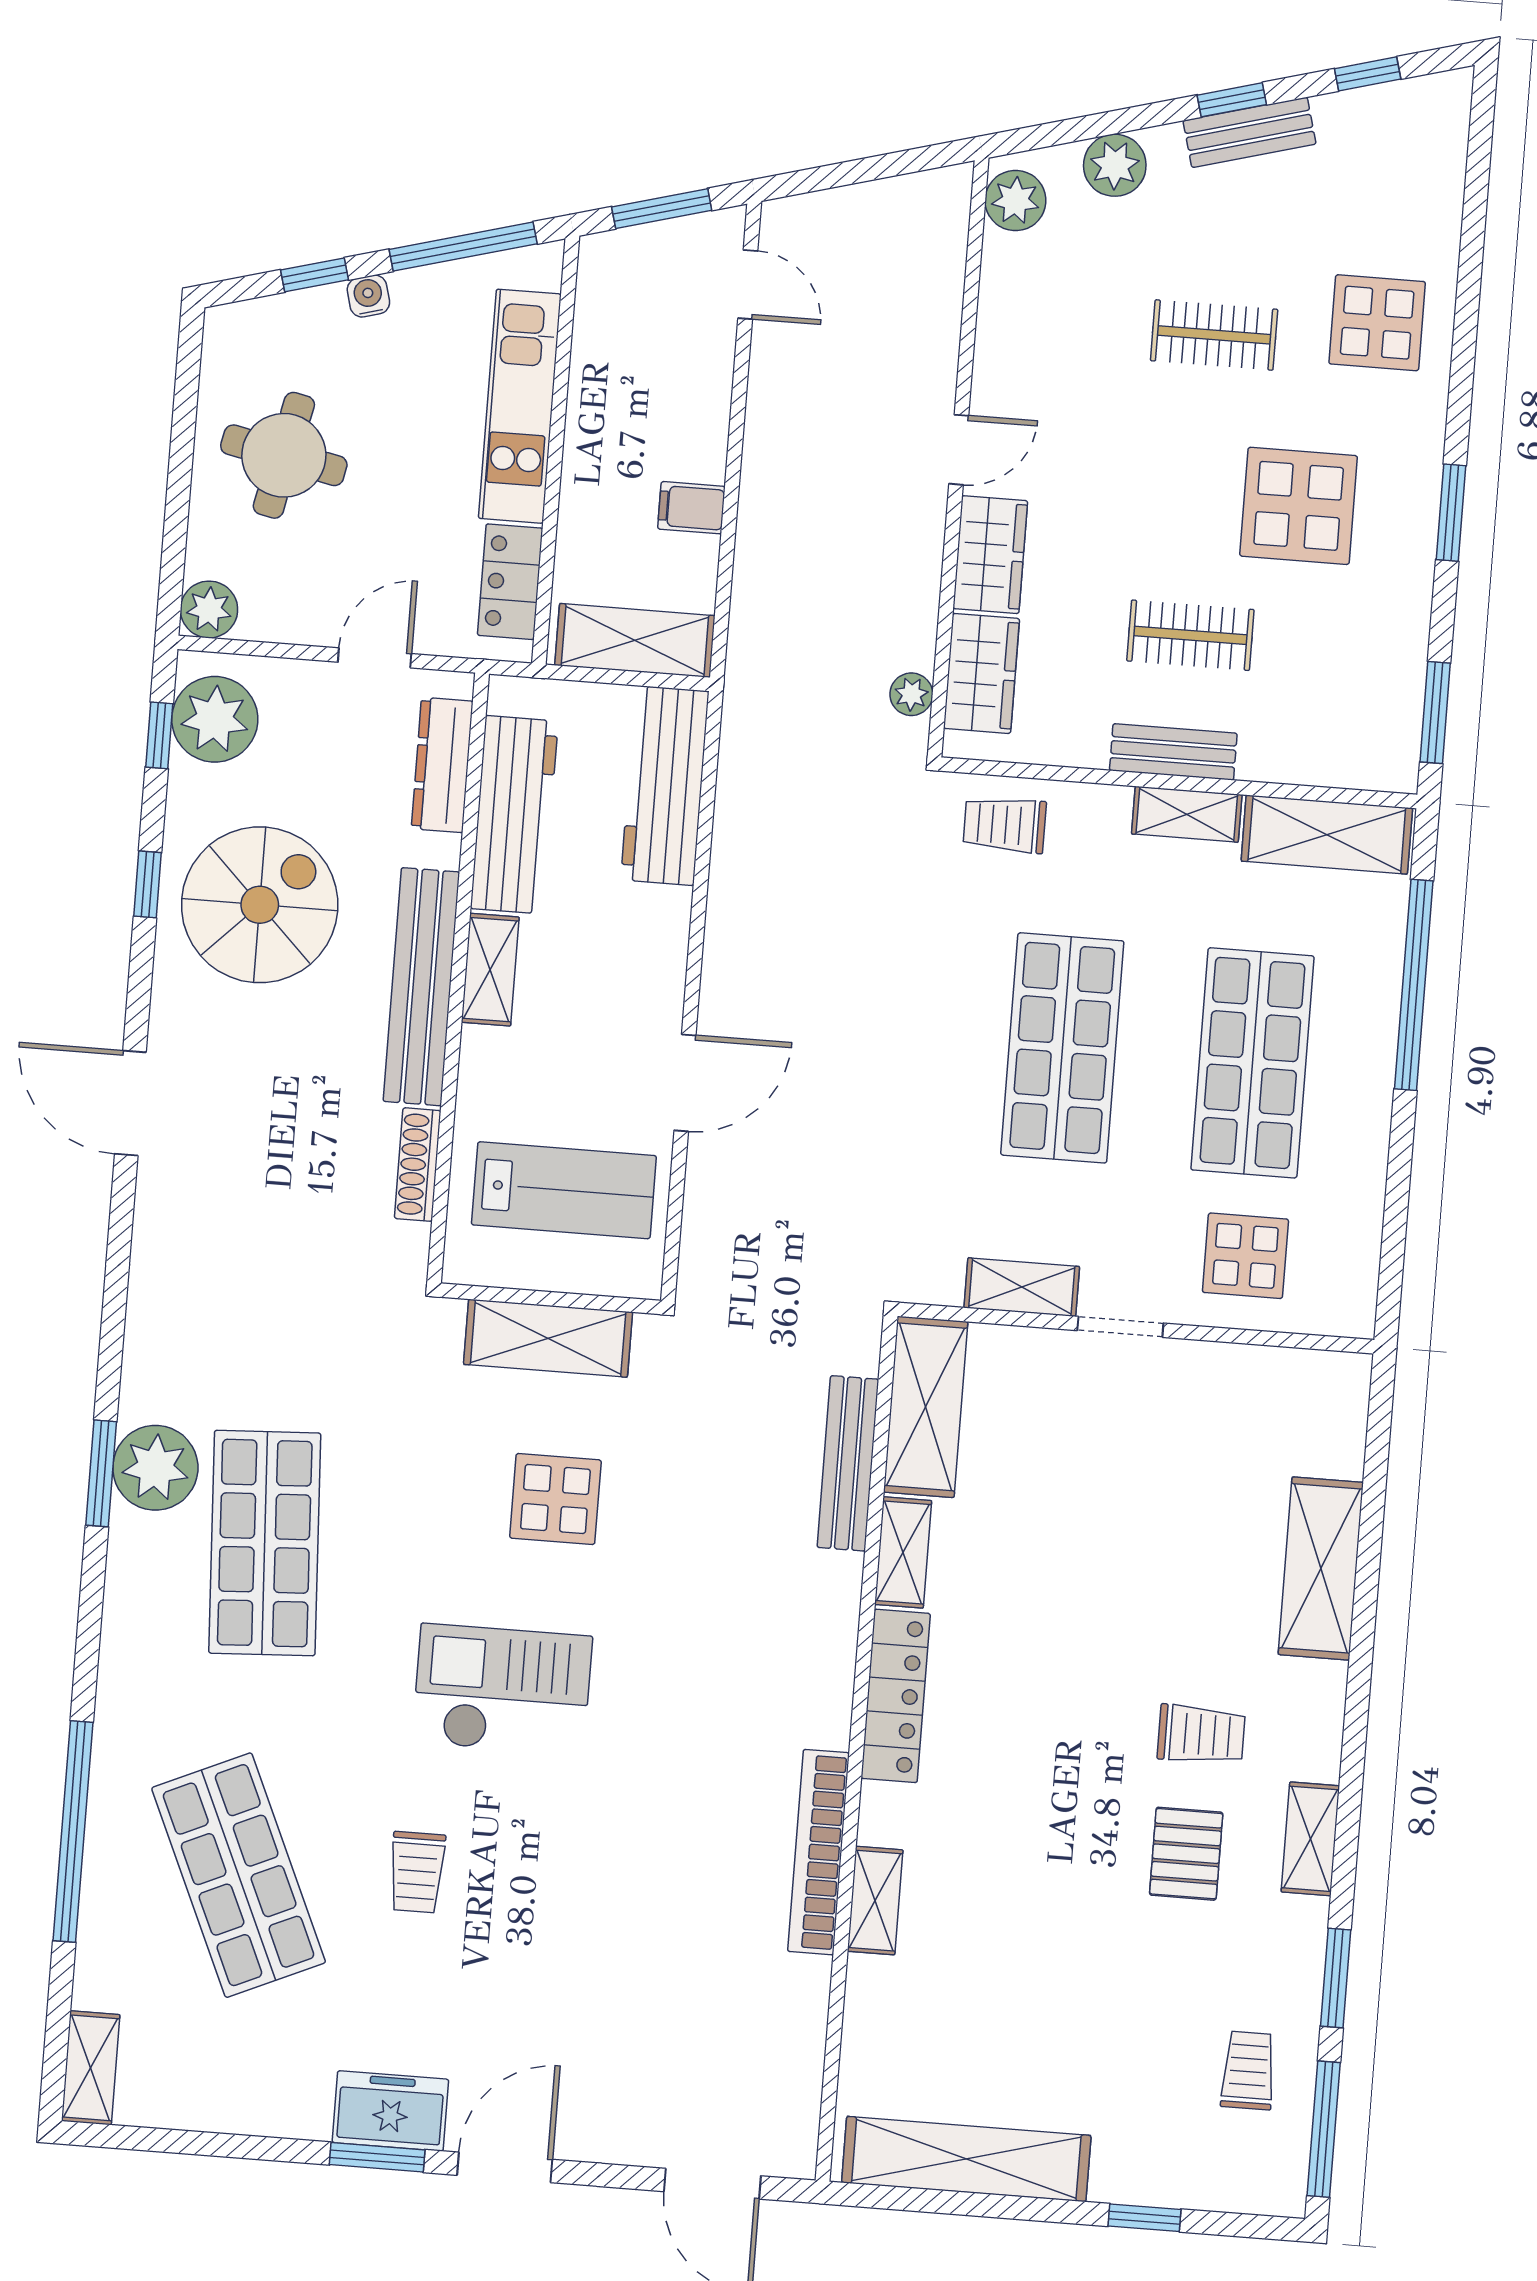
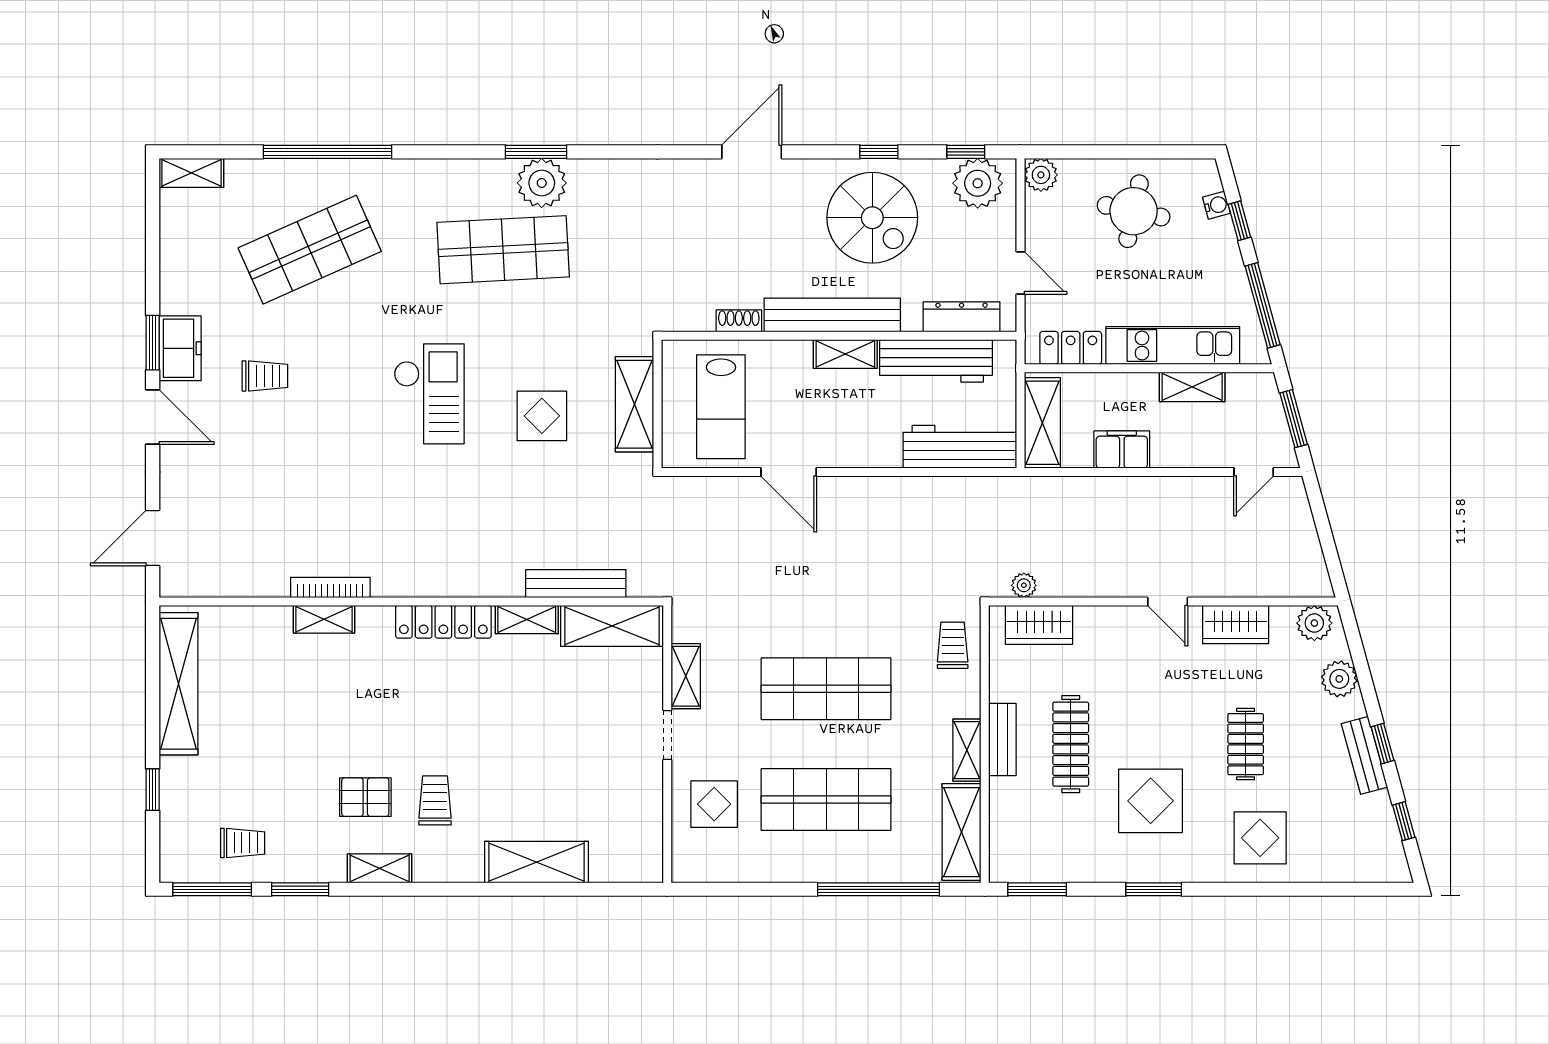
water cooler: (368, 296) -> (1217, 205), moved
shelving: (593, 378) -> (1192, 387), added
filing cabinet: (691, 508) -> (1122, 449), width x2.00
wardrobe: (990, 555) -> (1236, 625), moved
clothes rail: (1190, 635) -> (1071, 744), width x1.36
shoe rack: (418, 1165) -> (739, 321), width x0.70
trolley: (1201, 1734) -> (435, 800), turned 180
bookcase: (819, 1852) -> (330, 587), width x0.68, depth x0.76
trolley: (417, 1872) -> (265, 376), moved, turned 180

